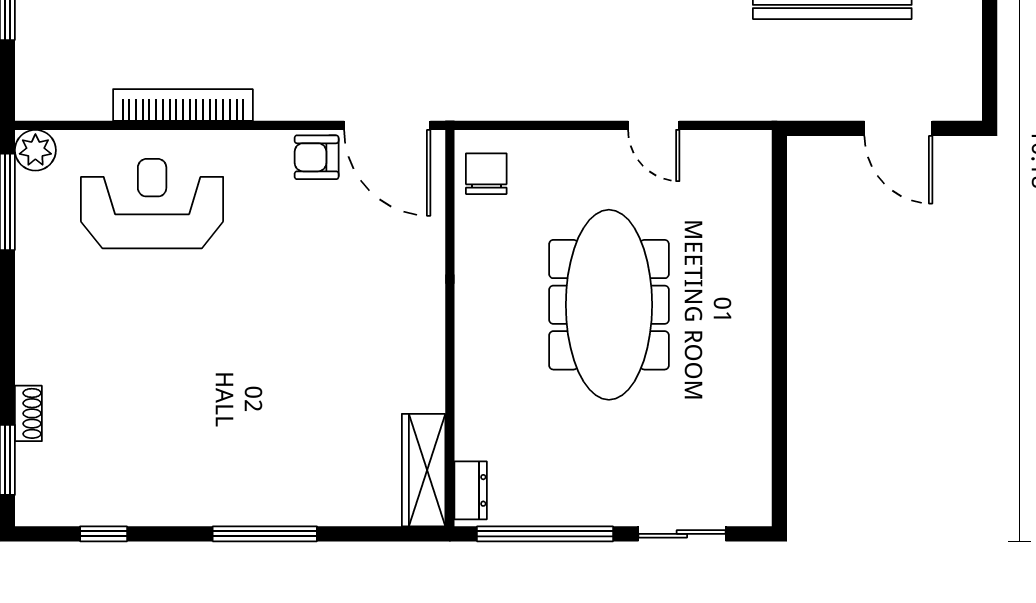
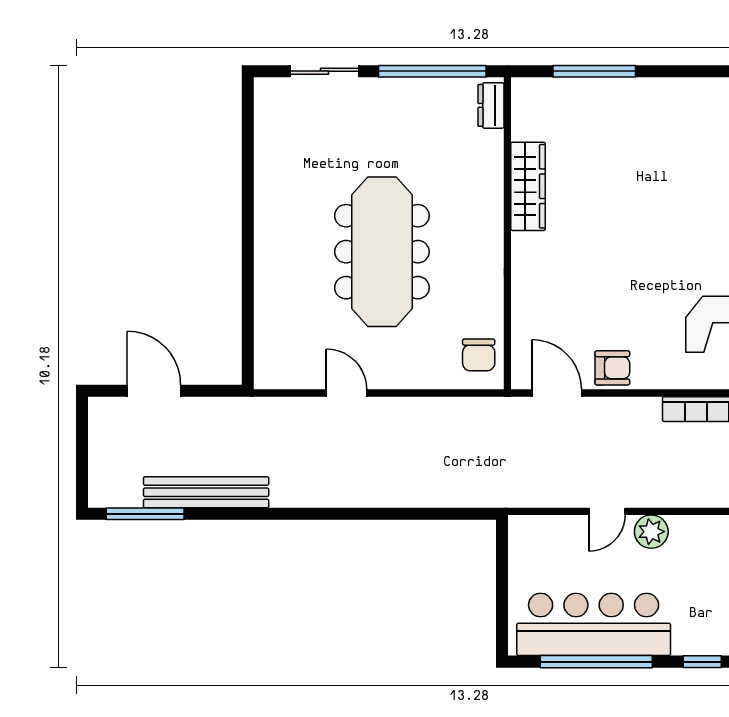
door: (387, 125) -> (557, 393), width x0.73
wardrobe: (424, 470) -> (528, 186), moved
window: (265, 534) -> (594, 71), moved

